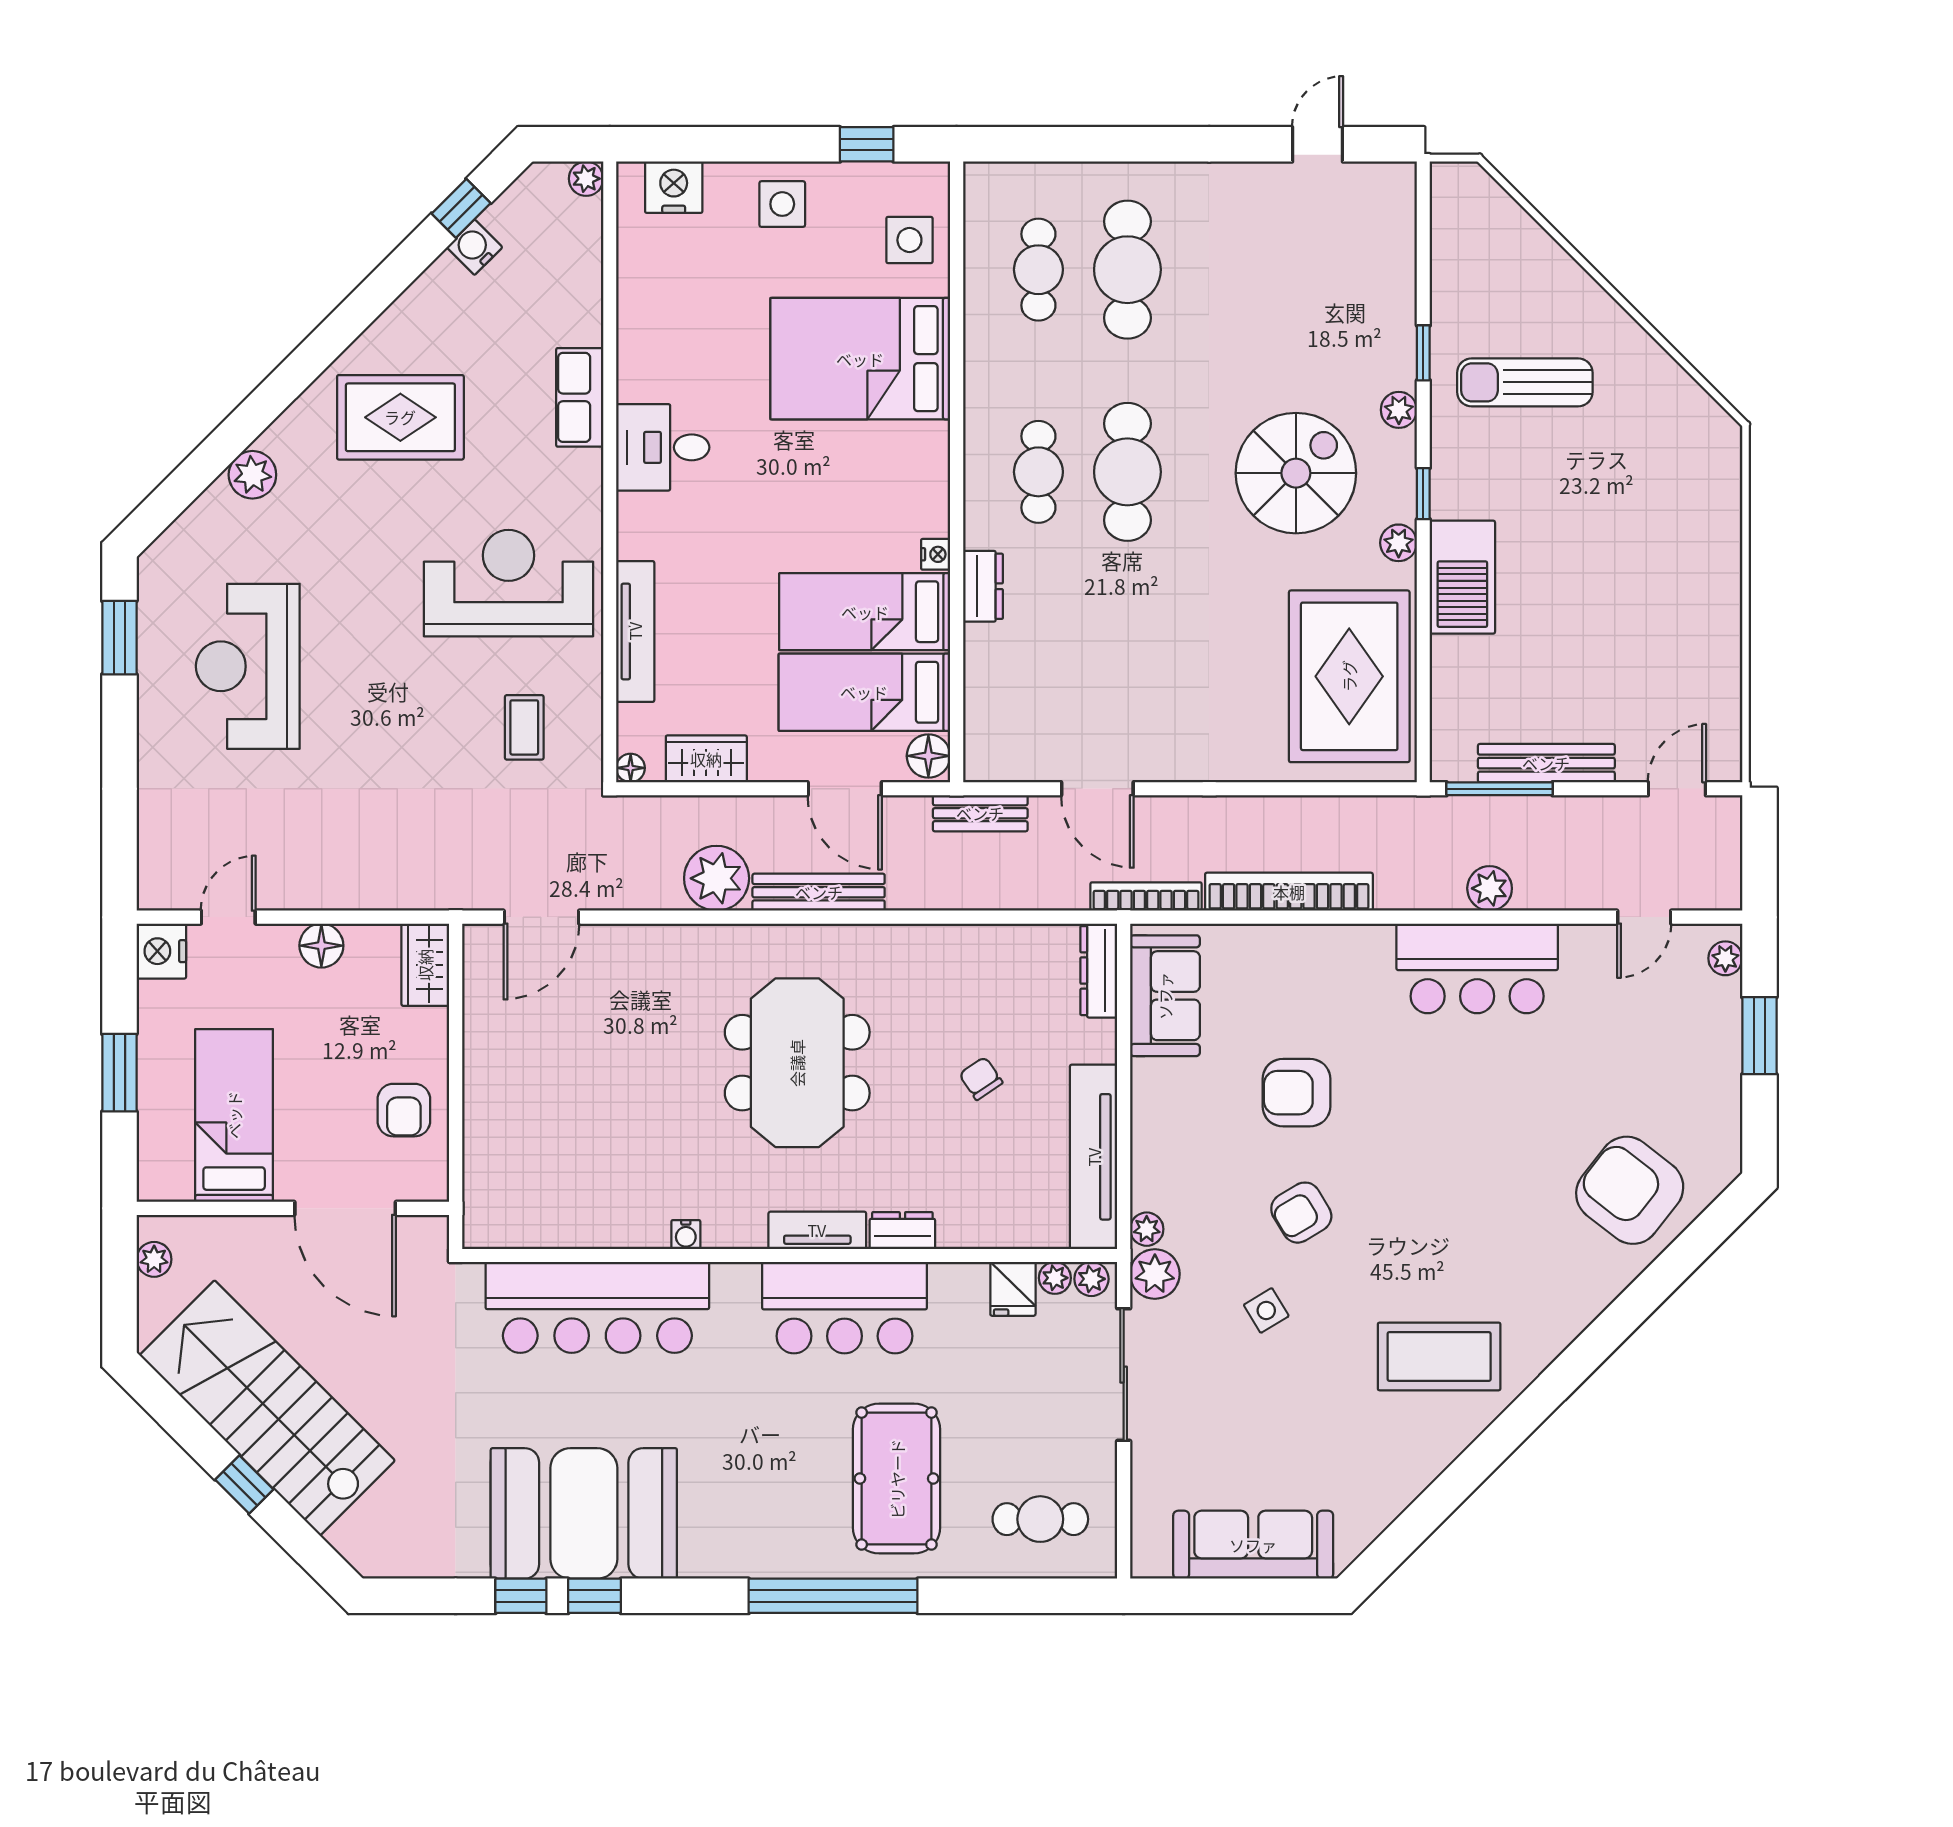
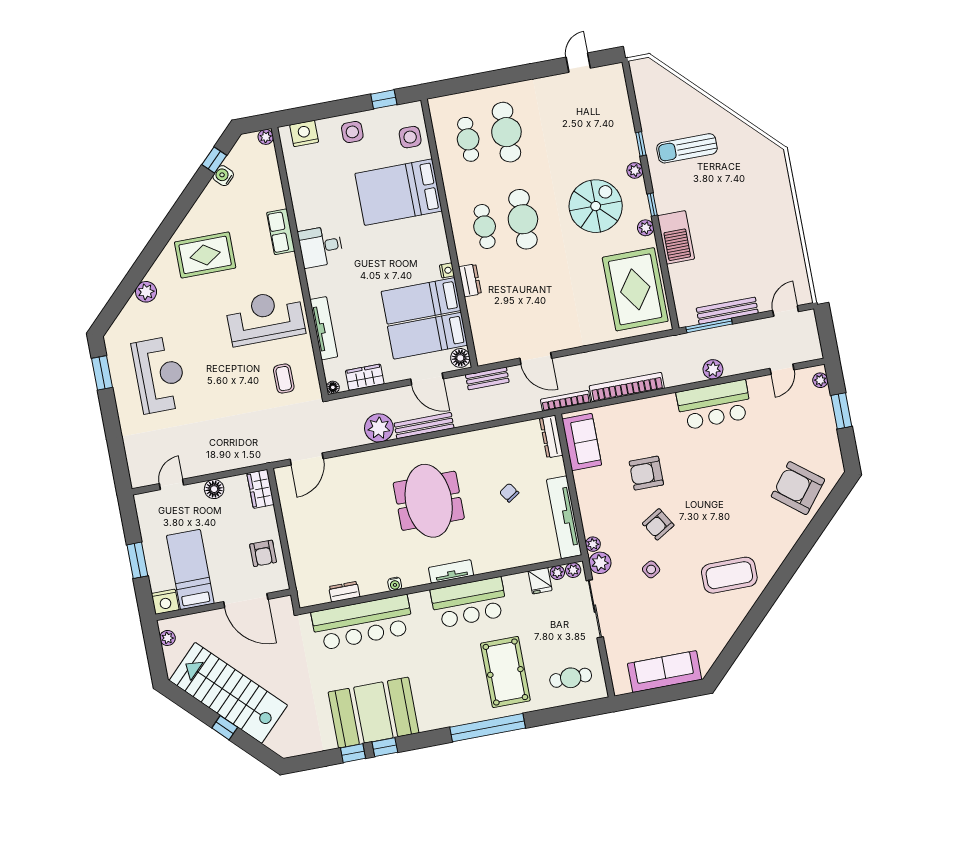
reception desk: (248, 666) -> (160, 375), turned 180
nightstand: (161, 951) -> (165, 602), moved, turned -90
dresser: (902, 1231) -> (344, 592), moved

